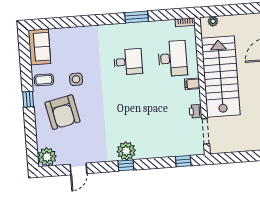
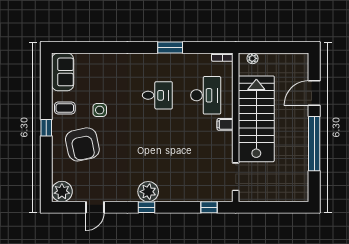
printer: (196, 111) -> (226, 154), removed

